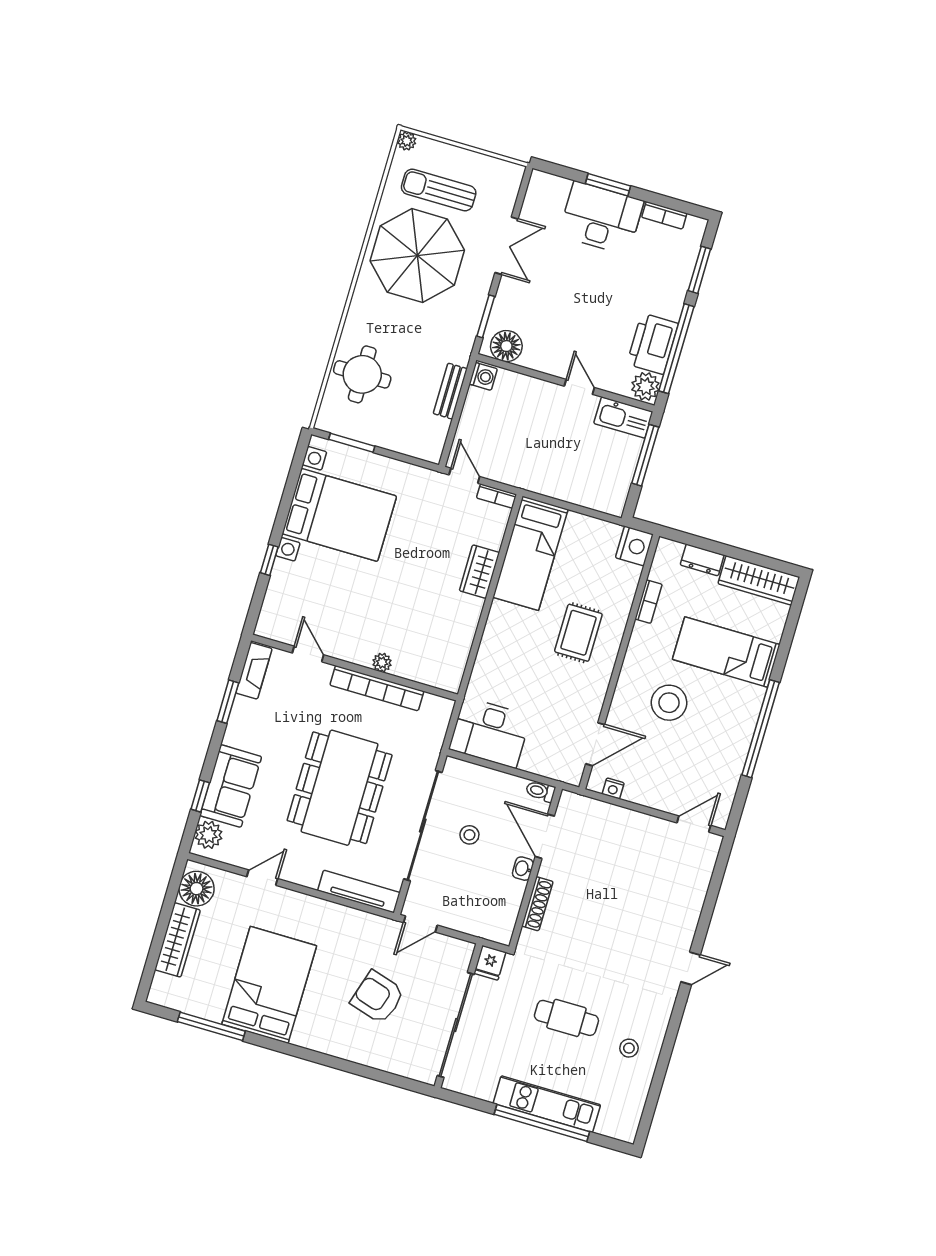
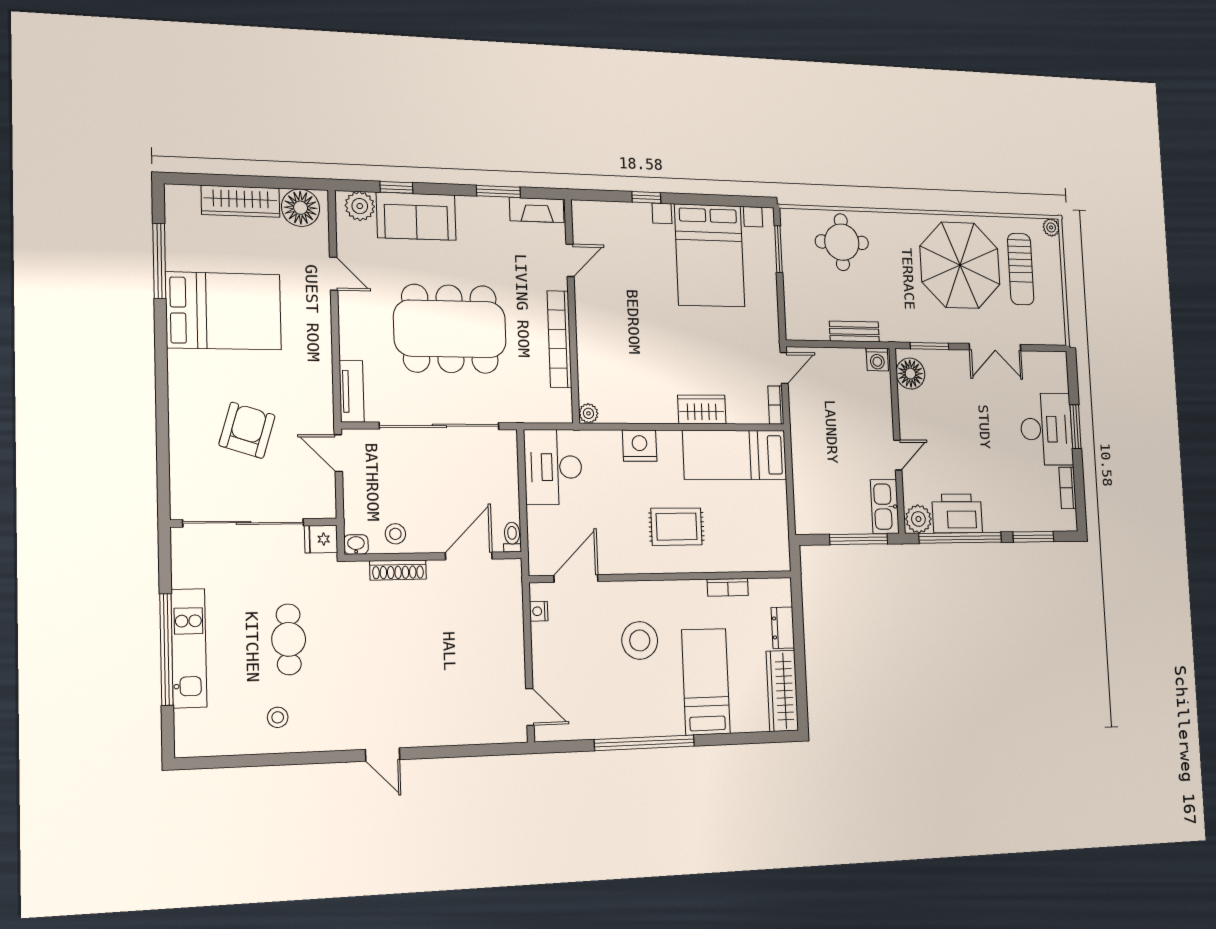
sun lounger: (439, 190) -> (1021, 269), turned 180
nightstand: (634, 546) -> (640, 446), moved, turned 180
plant: (382, 663) -> (588, 413), moved
door: (595, 744) -> (576, 578), swing flipped
stool: (469, 835) -> (395, 534), moved
washbasin: (523, 869) -> (356, 544), moved
tv unit: (359, 892) -> (352, 391), width x0.71

